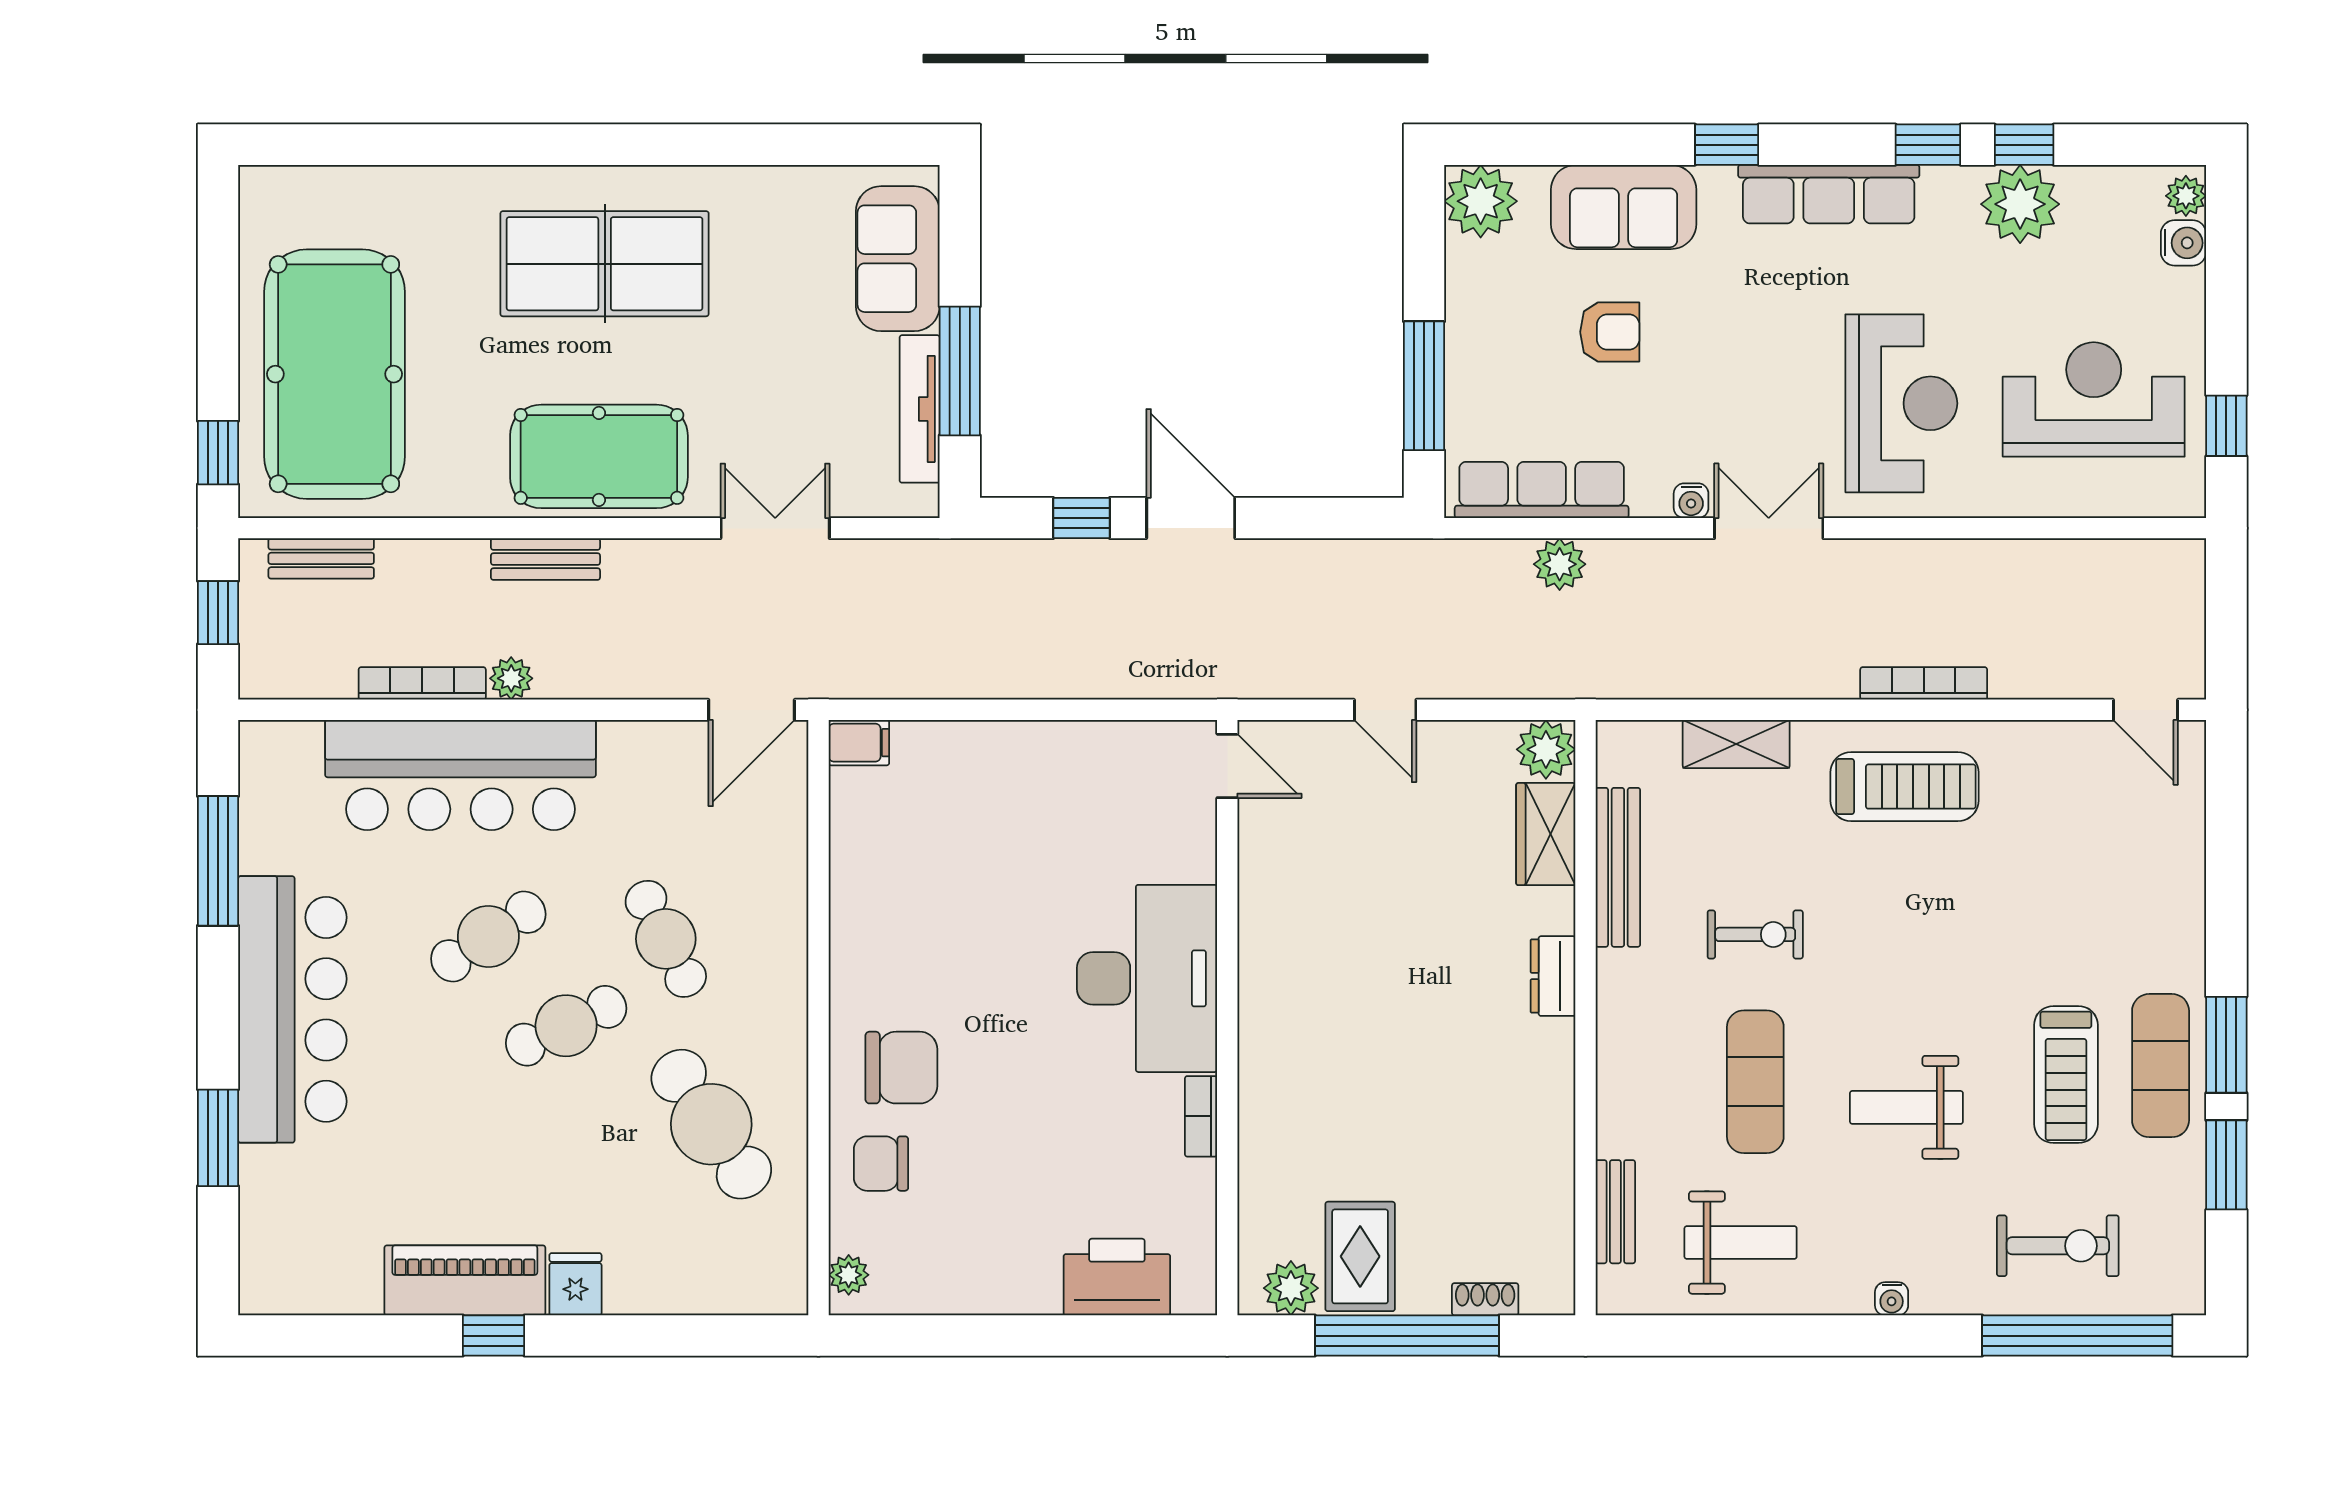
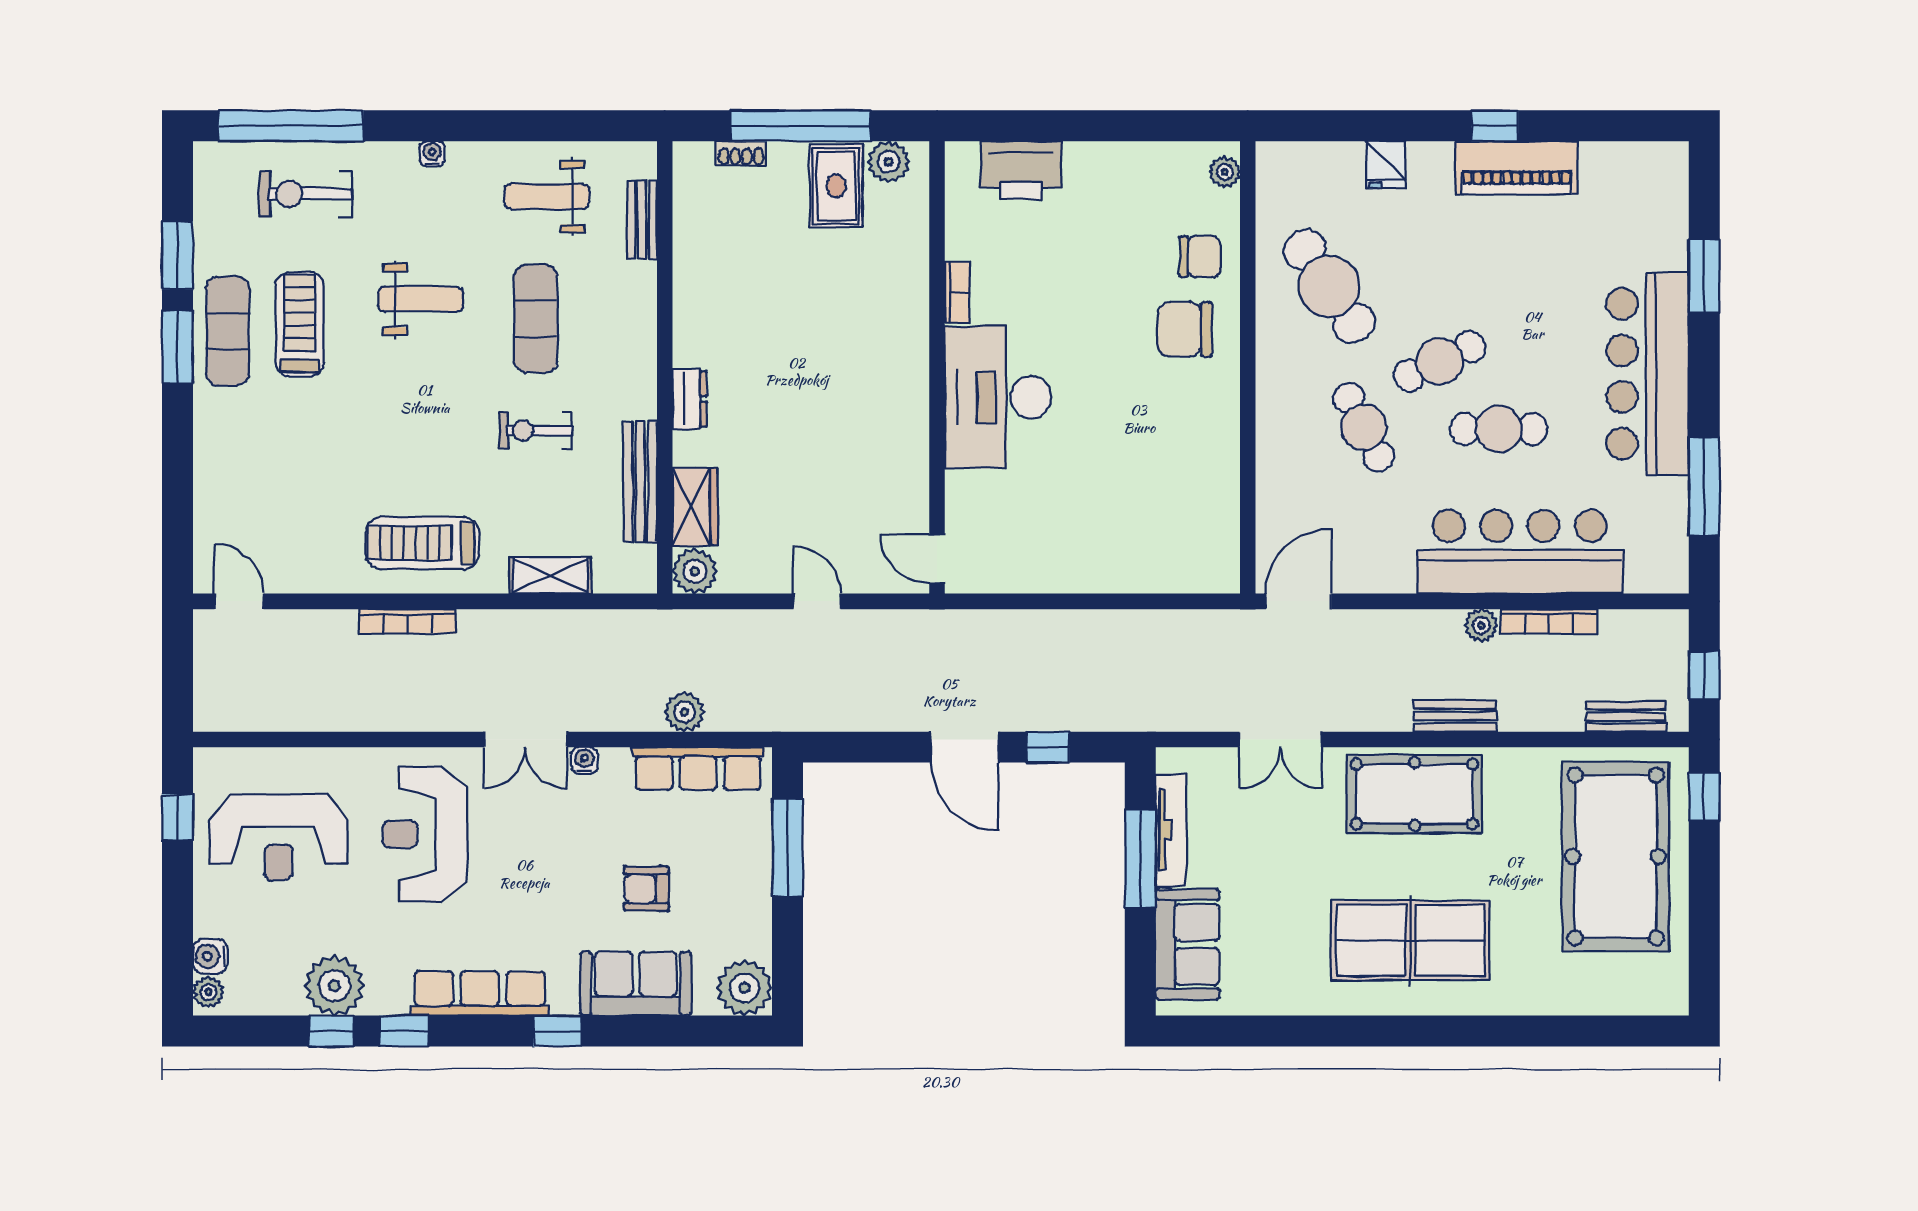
filing cabinet: (859, 743) -> (1217, 576), removed
cafe table: (488, 936) -> (1499, 429), turned 33
fridge: (575, 1284) -> (1386, 165), moved

